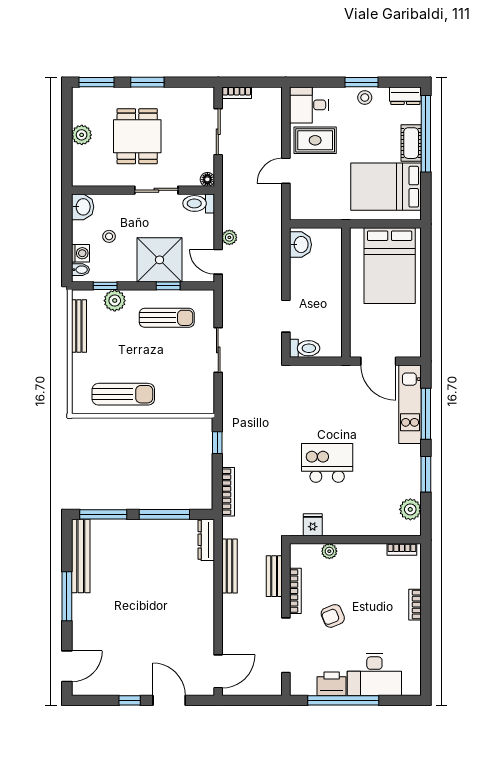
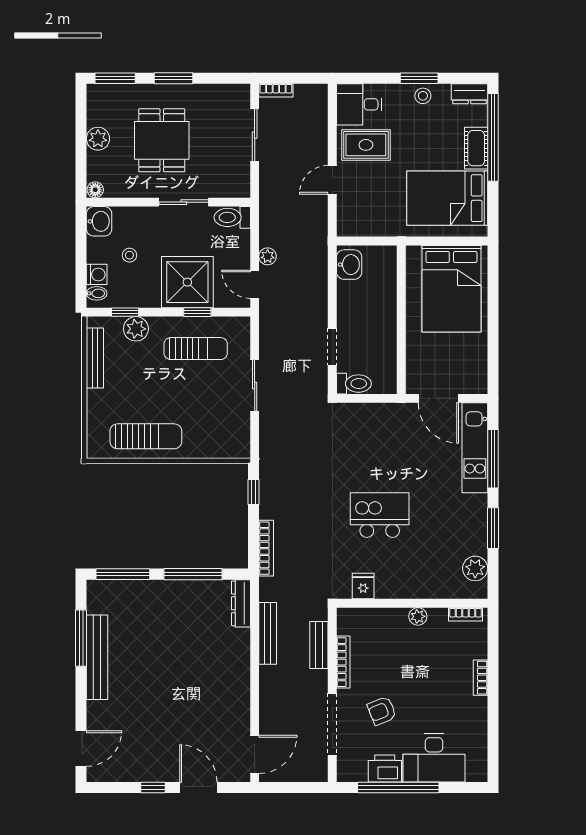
floor lamp: (207, 179) -> (95, 190), moved
plant: (329, 551) -> (418, 616), moved
bench: (81, 556) -> (97, 657), moved
window: (67, 596) -> (81, 638), moved
armchair: (333, 616) -> (382, 711), moved

